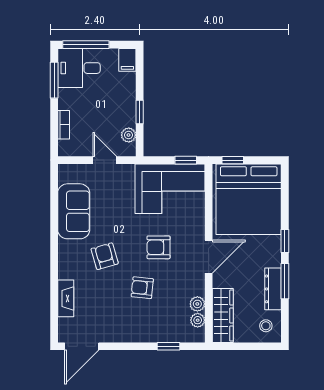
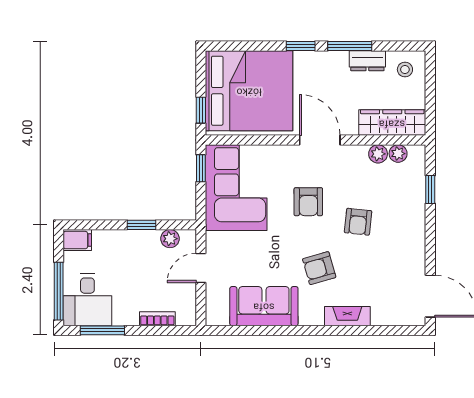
dresser: (273, 289) -> (367, 61), width x0.70
fireplace: (66, 298) -> (347, 316), moved

